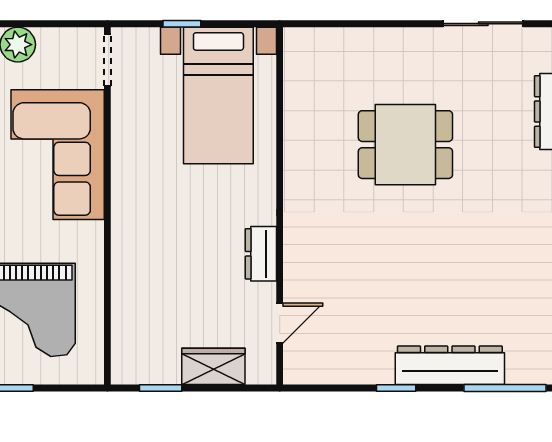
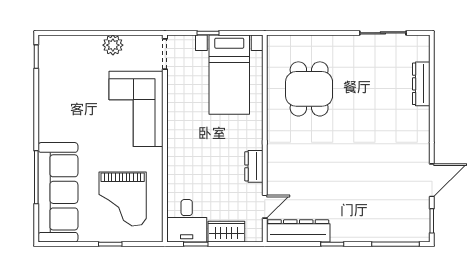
dining table: (405, 145) -> (309, 89), moved, turned 90
desk: (145, 348) -> (187, 221), added
dresser: (450, 365) -> (298, 231), moved

